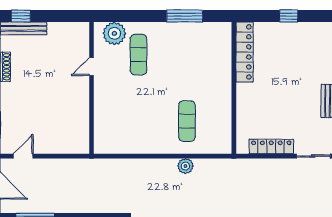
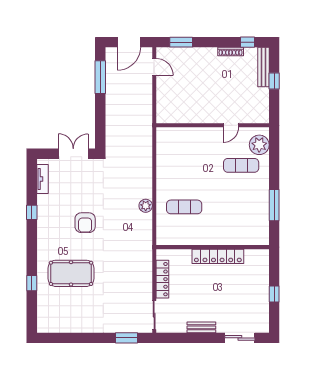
window: (21, 16) -> (274, 81), moved
locker: (245, 52) -> (218, 256), moved
door: (91, 67) -> (231, 125), swing flipped

